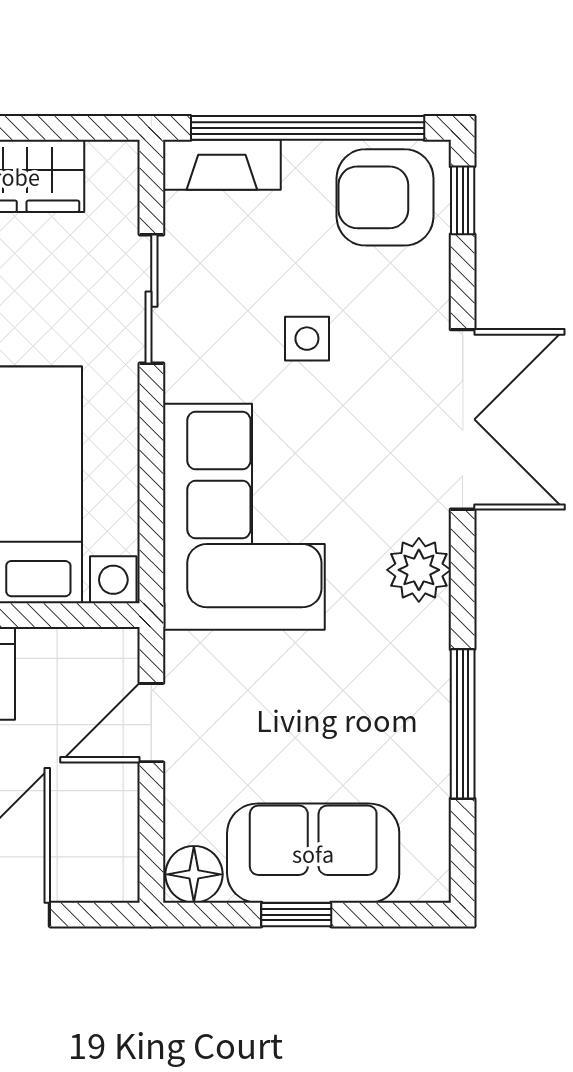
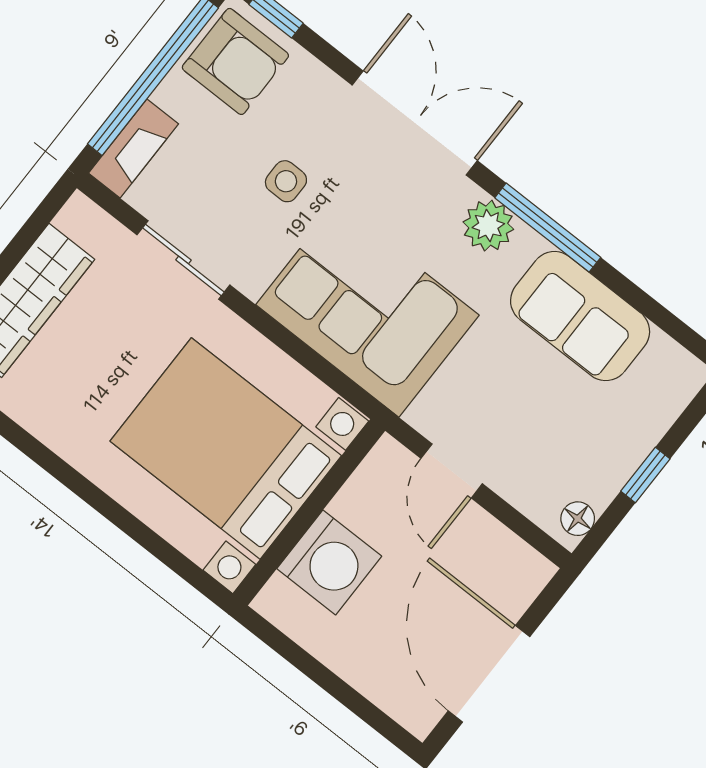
armchair: (385, 197) -> (235, 61), turned -90
window: (463, 724) -> (548, 228), moved
sofa: (313, 853) -> (580, 316), moved, turned -90
floor lamp: (194, 874) -> (578, 519), width x0.73, depth x0.73

